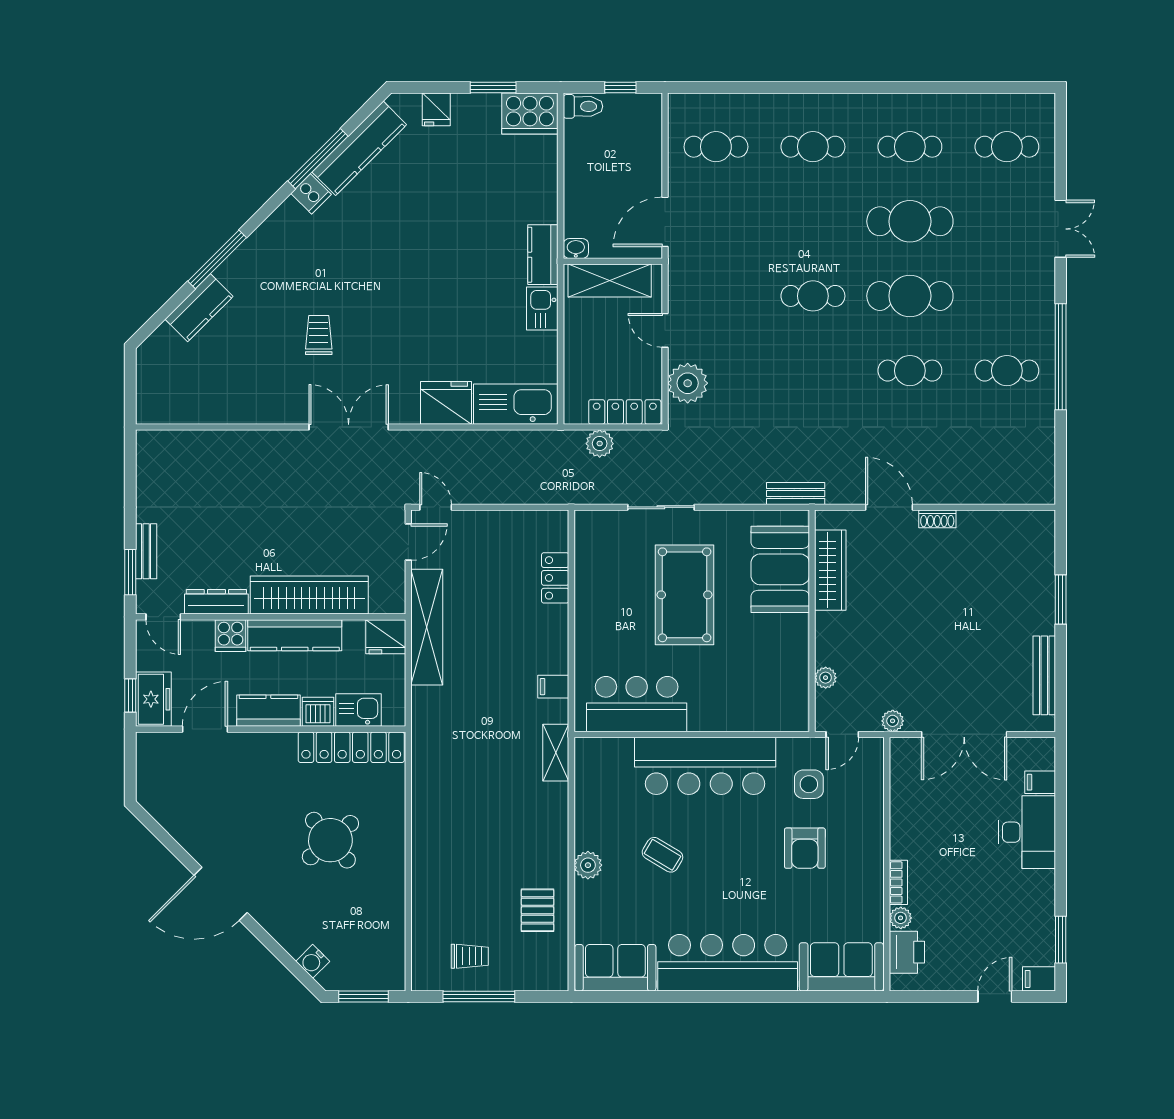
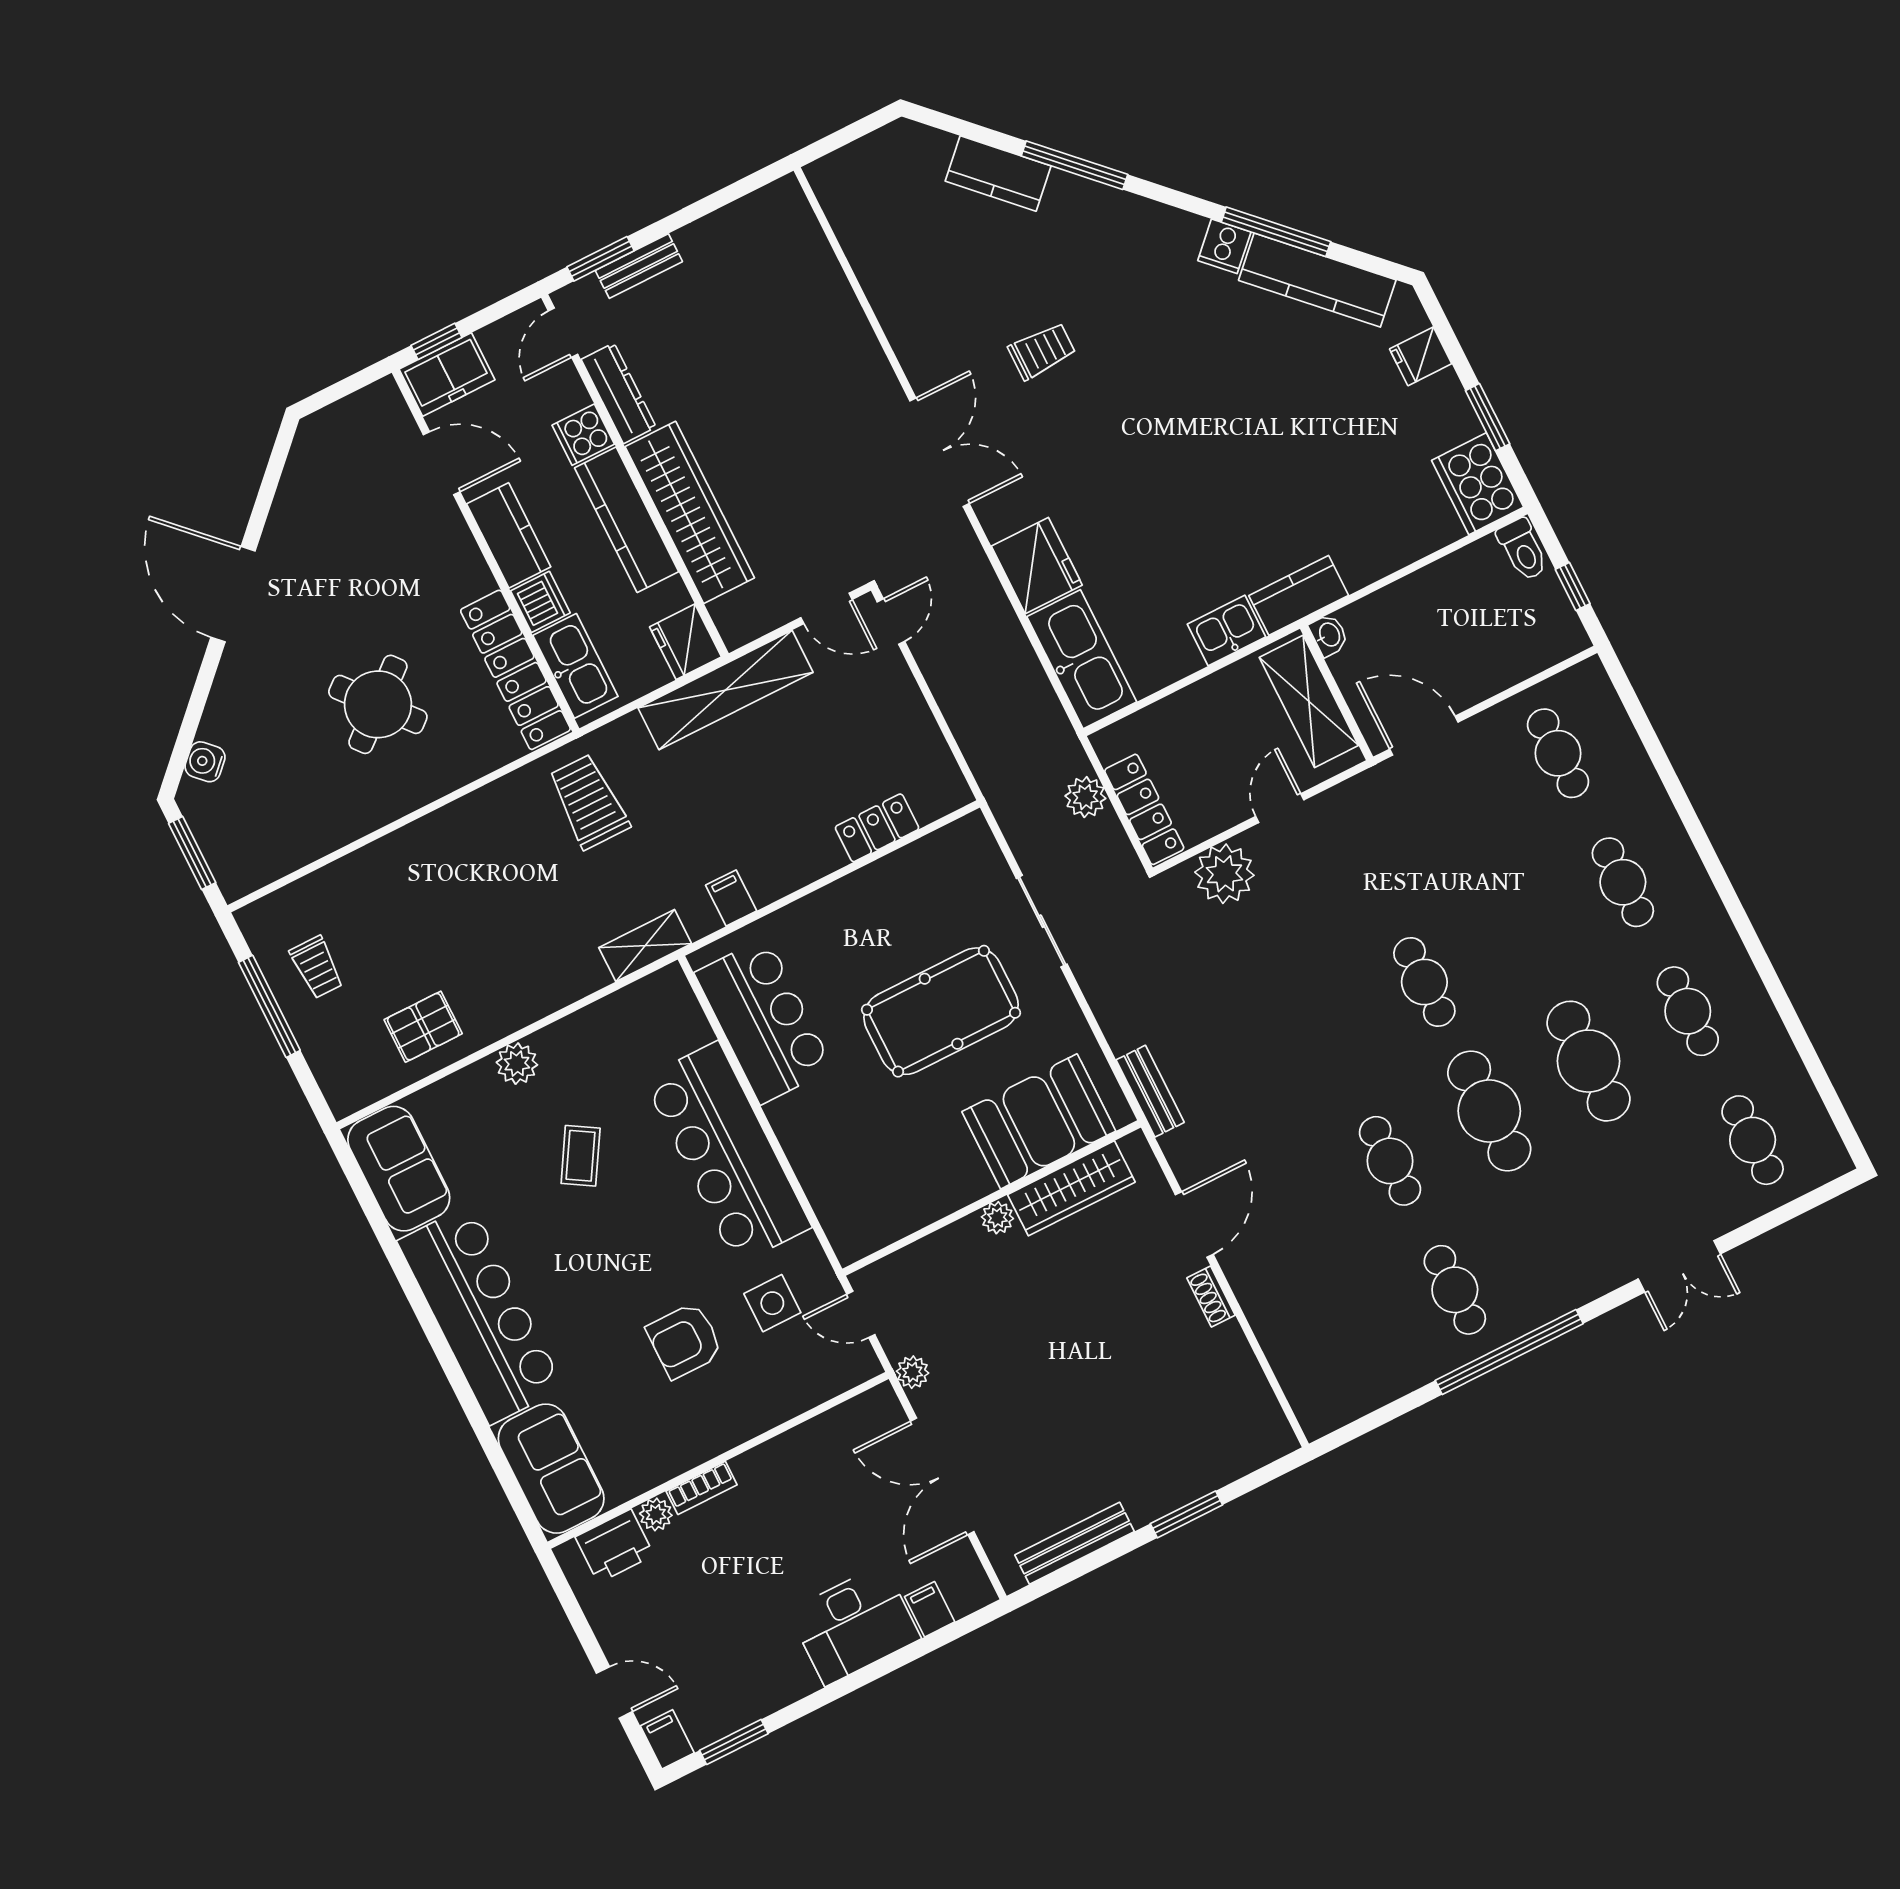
plant: (826, 678) -> (997, 1218), moved
kitchen sink: (359, 710) -> (575, 666), width x1.38
trolley: (452, 743) -> (589, 802), added

